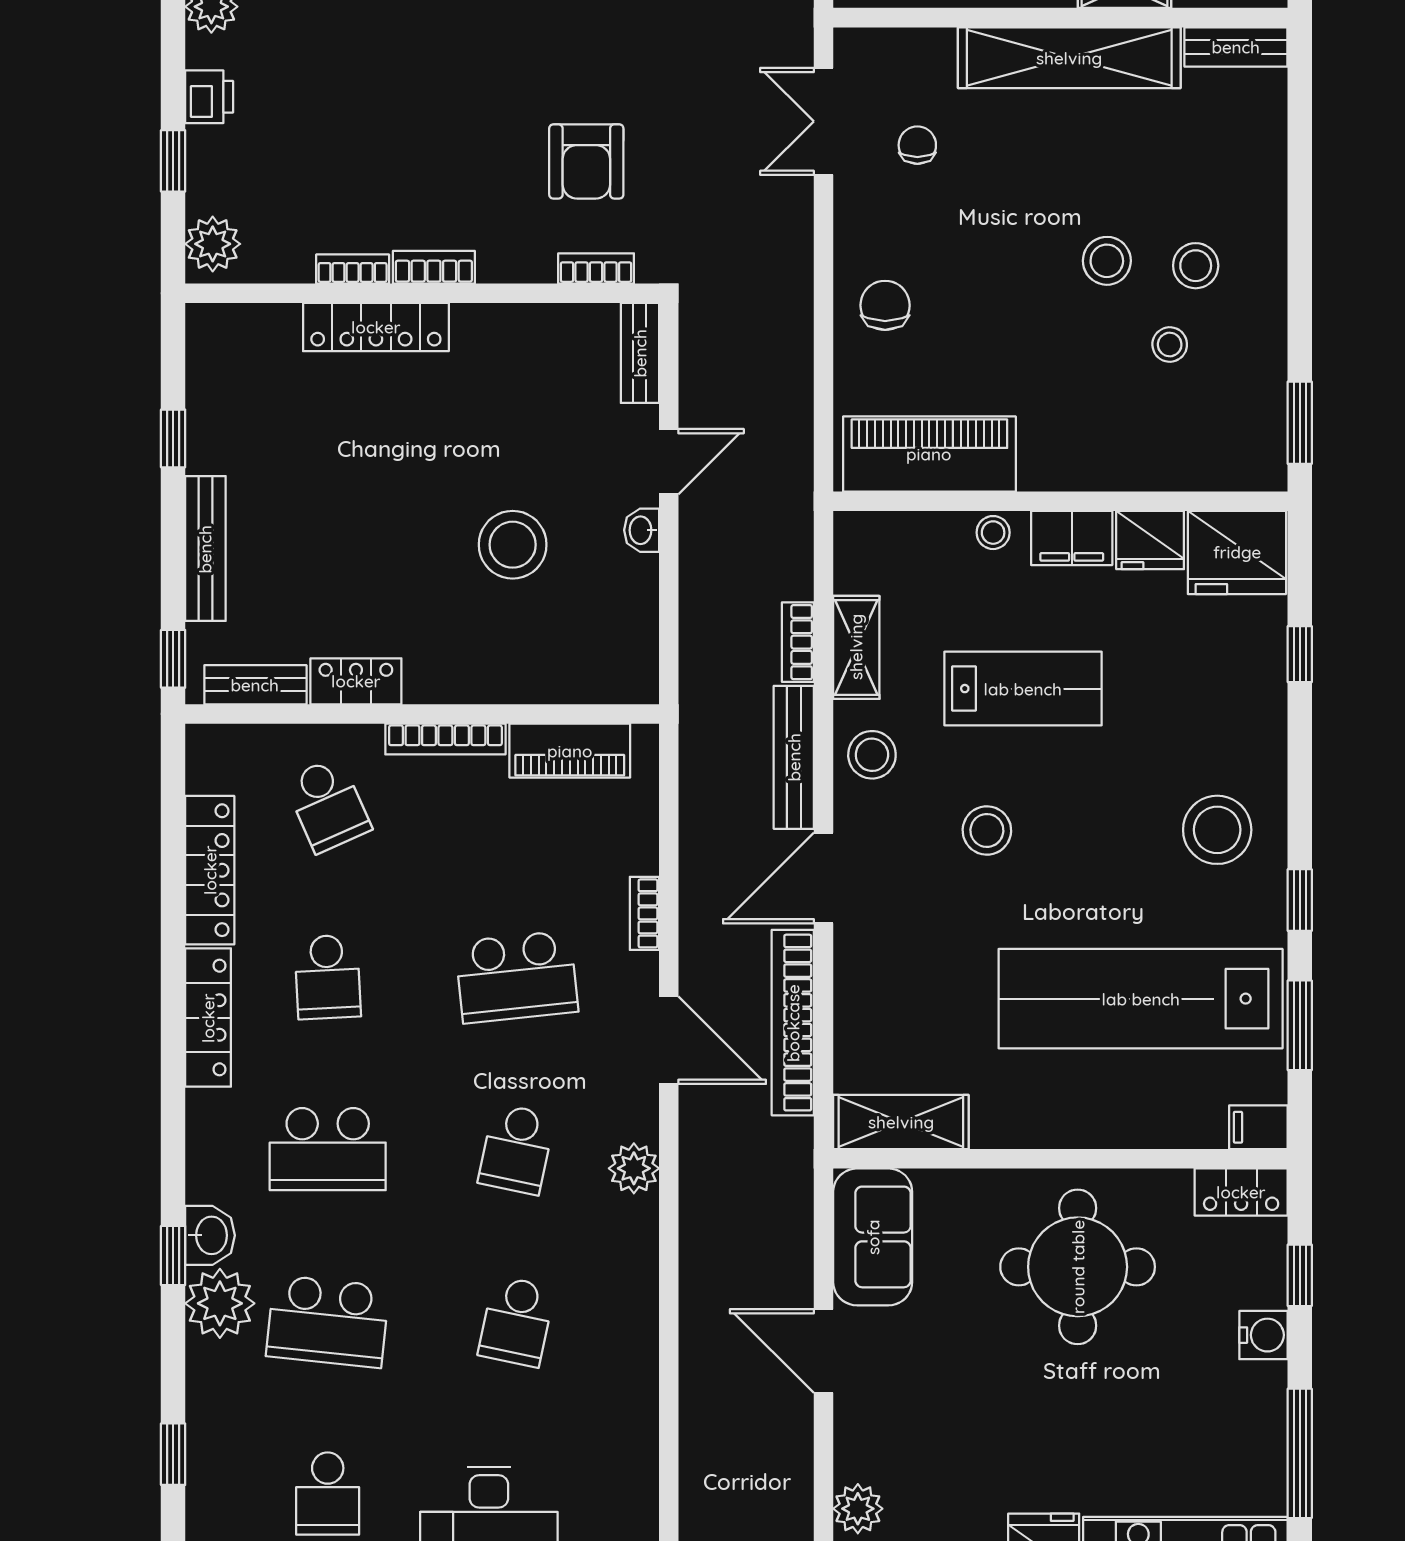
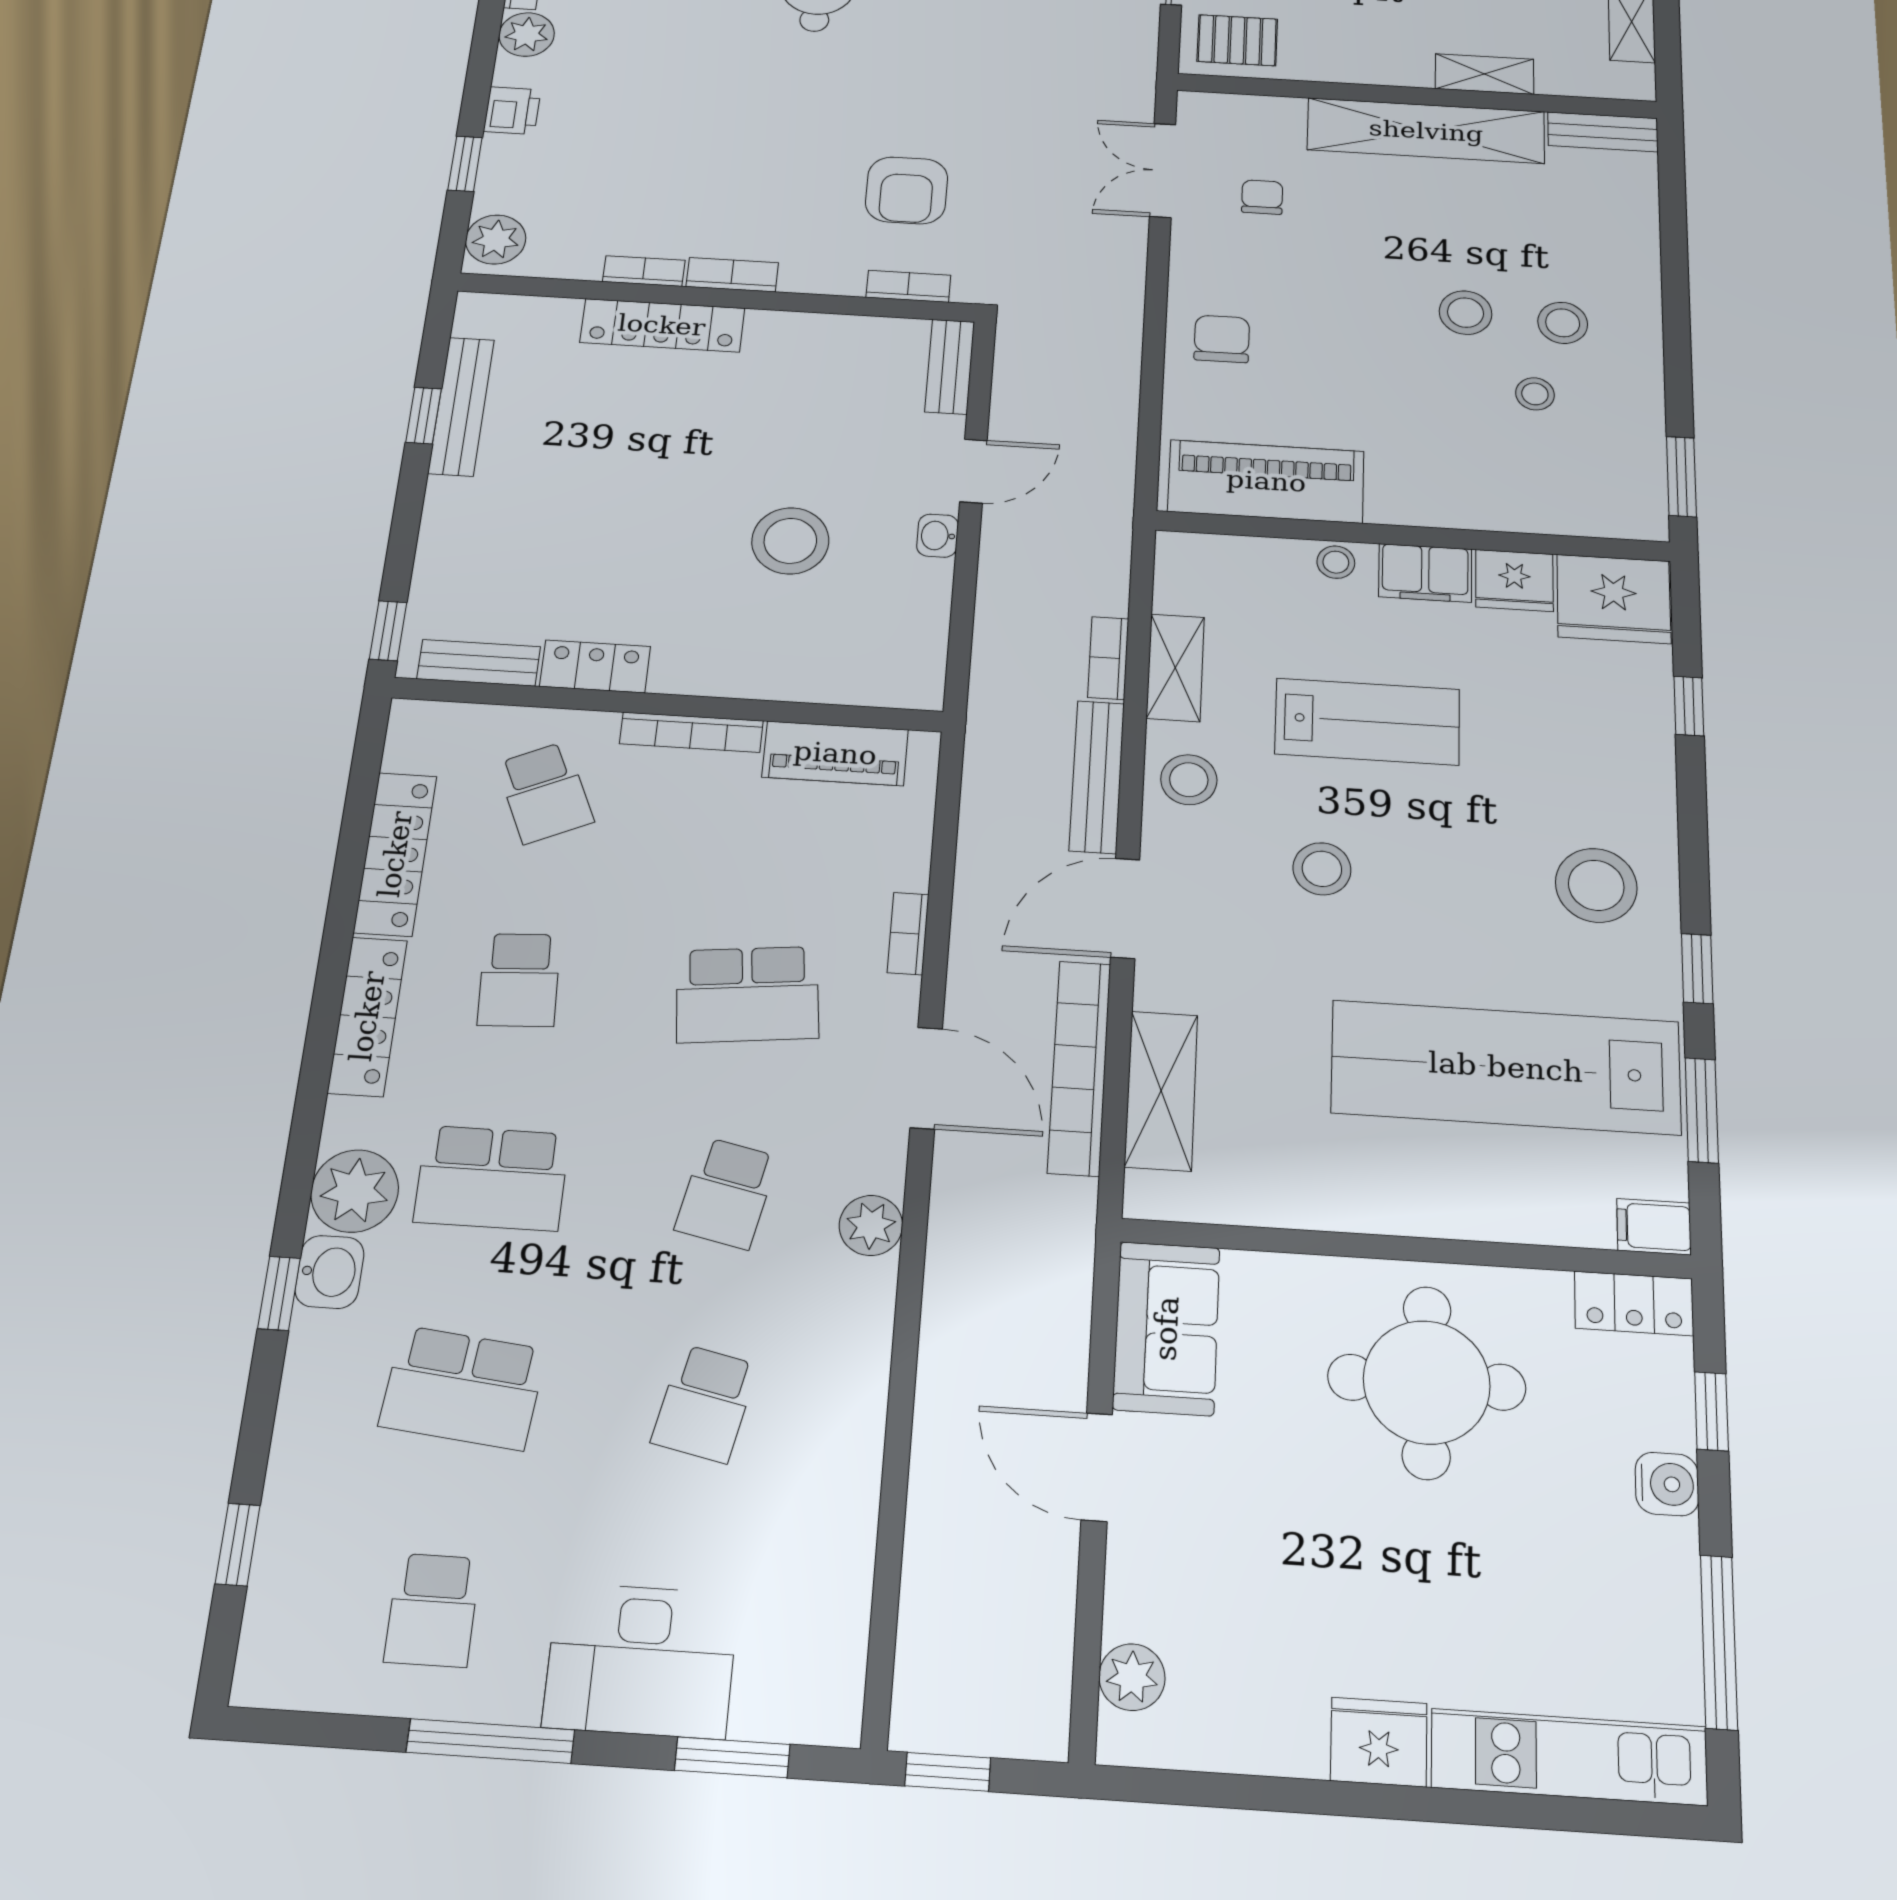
bench: (205, 549) -> (461, 406), moved
shelving: (901, 1122) -> (1161, 1091), moved, turned 90
plant: (220, 1303) -> (355, 1191), moved

